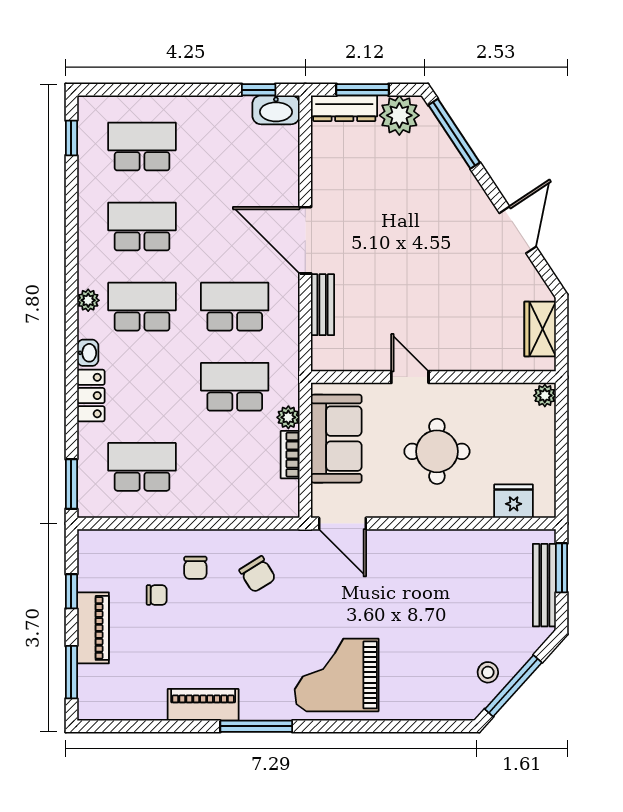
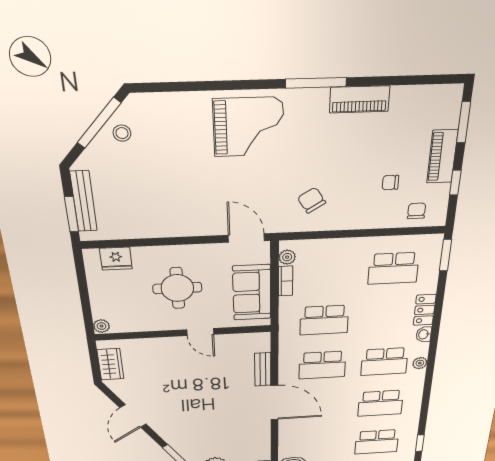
plant: (288, 417) -> (287, 257), moved
chair: (195, 568) -> (417, 211), moved

